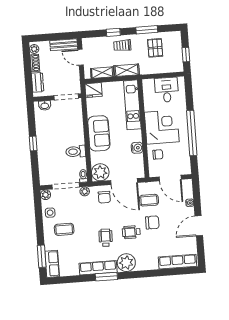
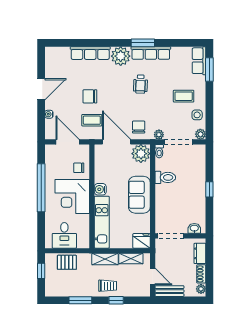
pallet: (155, 48) -> (67, 262), moved, turned 90
water cooler: (137, 148) -> (100, 189), moved
wheelchair: (131, 232) -> (113, 88), removed
row of seats: (177, 262) -> (90, 53), moved

